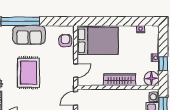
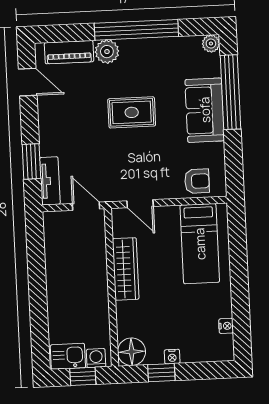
bed: (98, 41) -> (200, 244), width x0.67
rug: (28, 73) -> (132, 112), width x0.73, depth x0.70
wardrobe: (120, 80) -> (126, 269), moved

